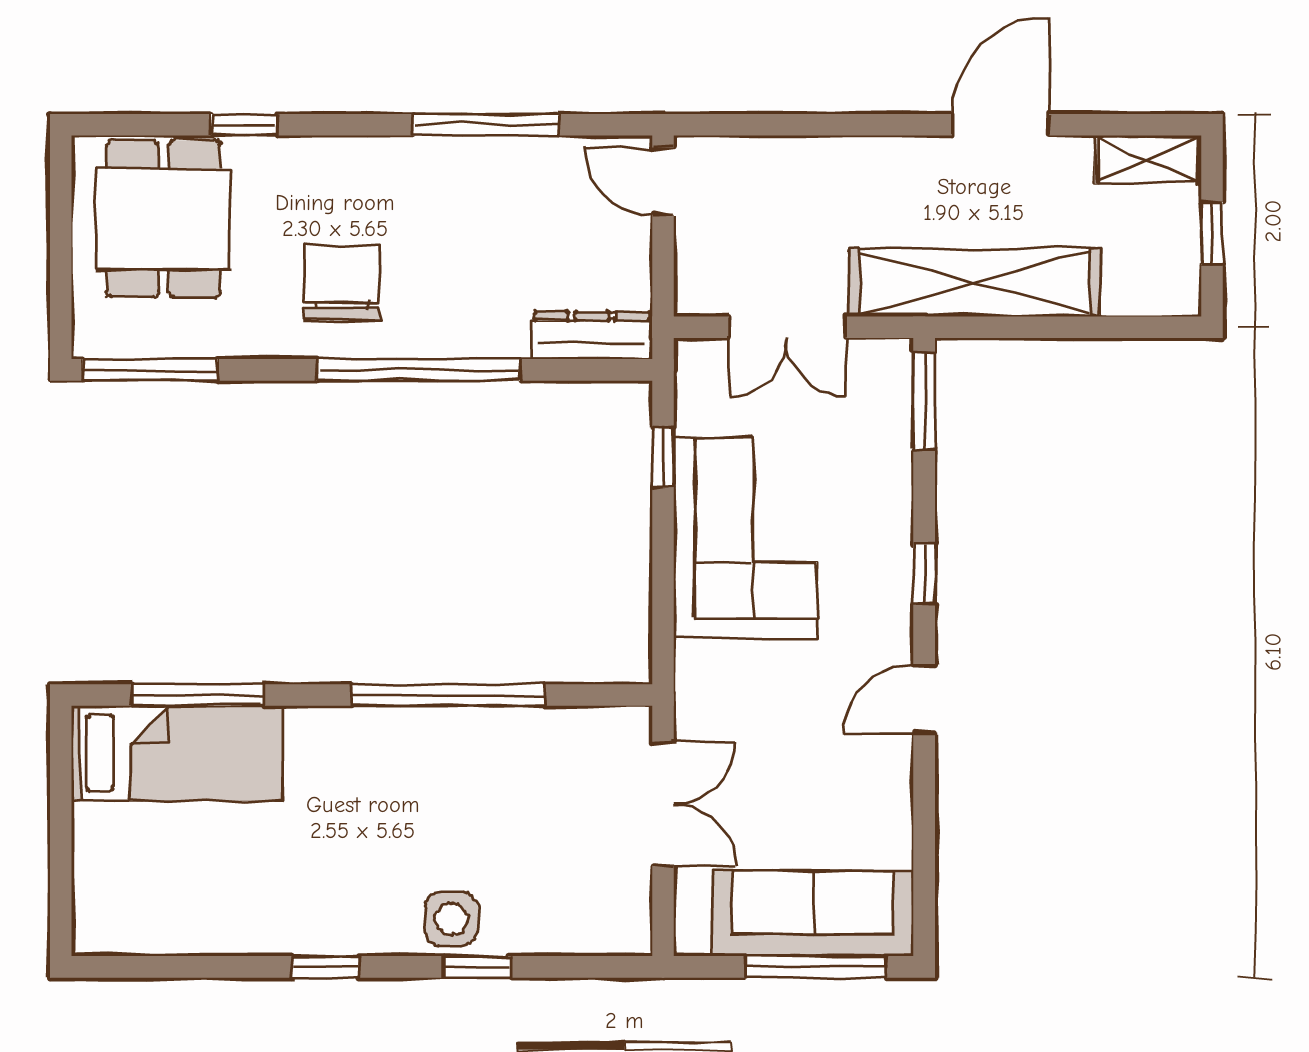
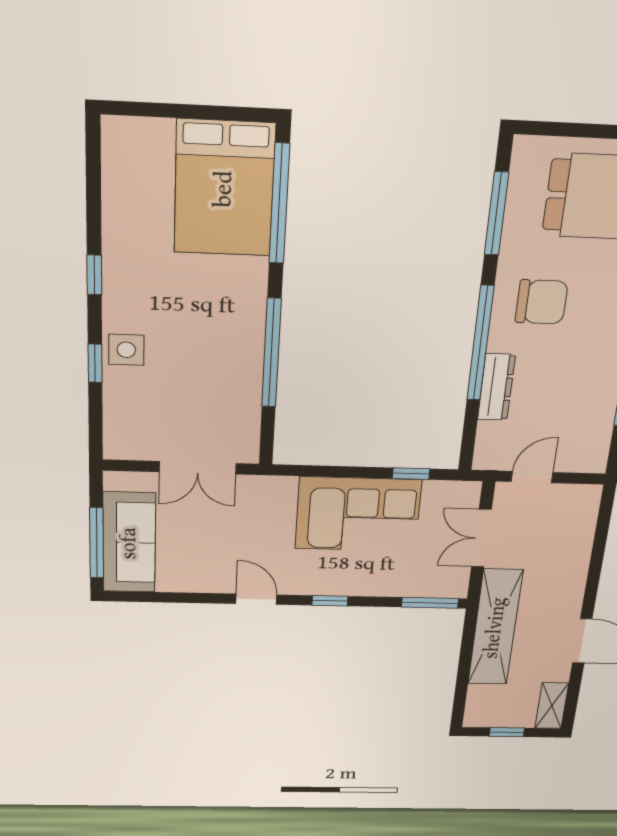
door: (663, 181) -> (532, 477), moved
dresser: (592, 336) -> (496, 387), moved
window: (150, 370) -> (496, 214), moved
window: (197, 695) -> (279, 204), width x1.46
bed: (177, 753) -> (224, 189), width x1.50

